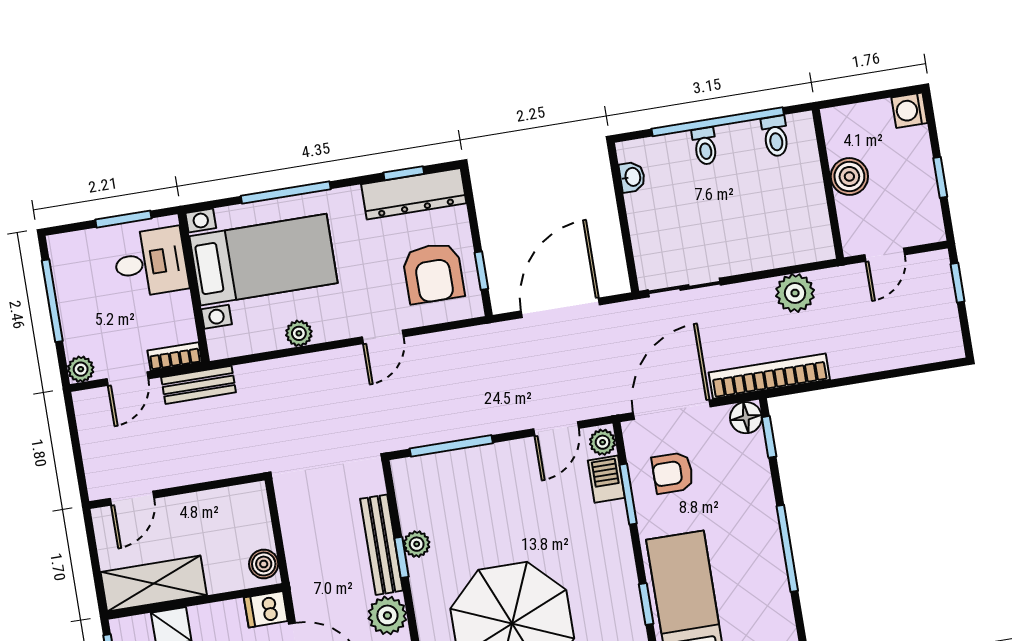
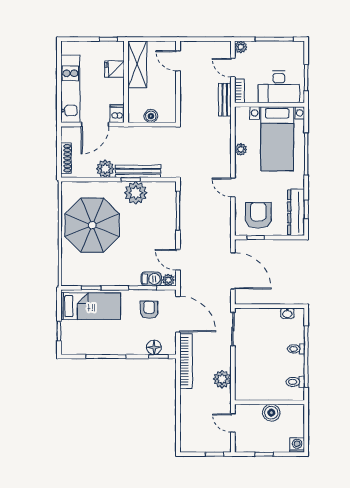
desk: (150, 262) -> (279, 87), width x1.37
armchair: (433, 273) -> (258, 215), turned 90
floor lamp: (746, 418) -> (154, 347), moved
plant: (417, 544) -> (136, 193), width x1.88, depth x1.88
boiler: (264, 564) -> (151, 116), moved

